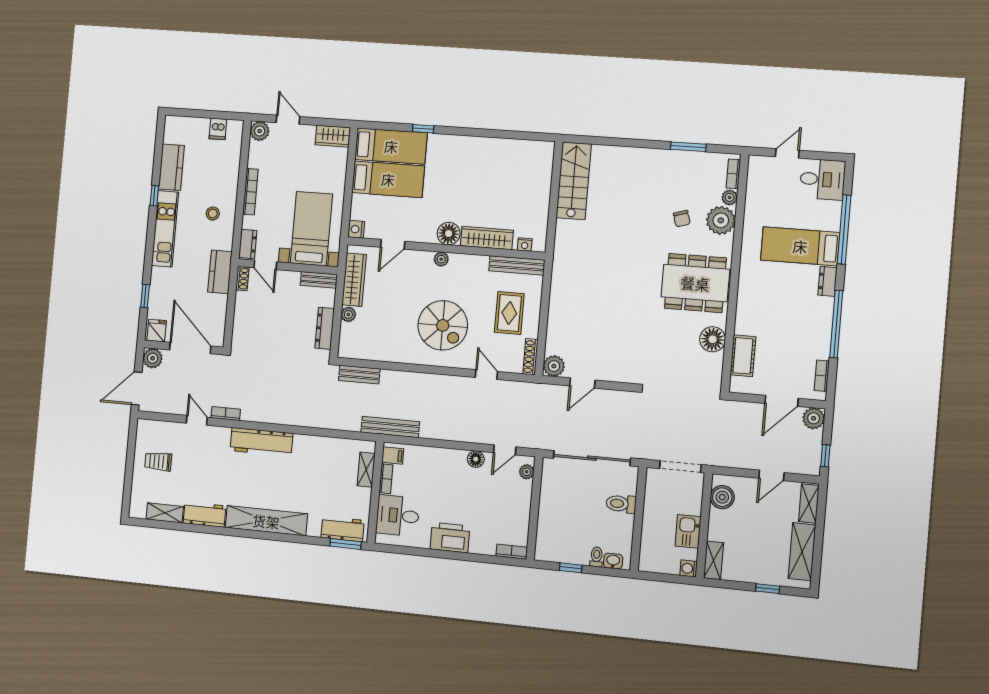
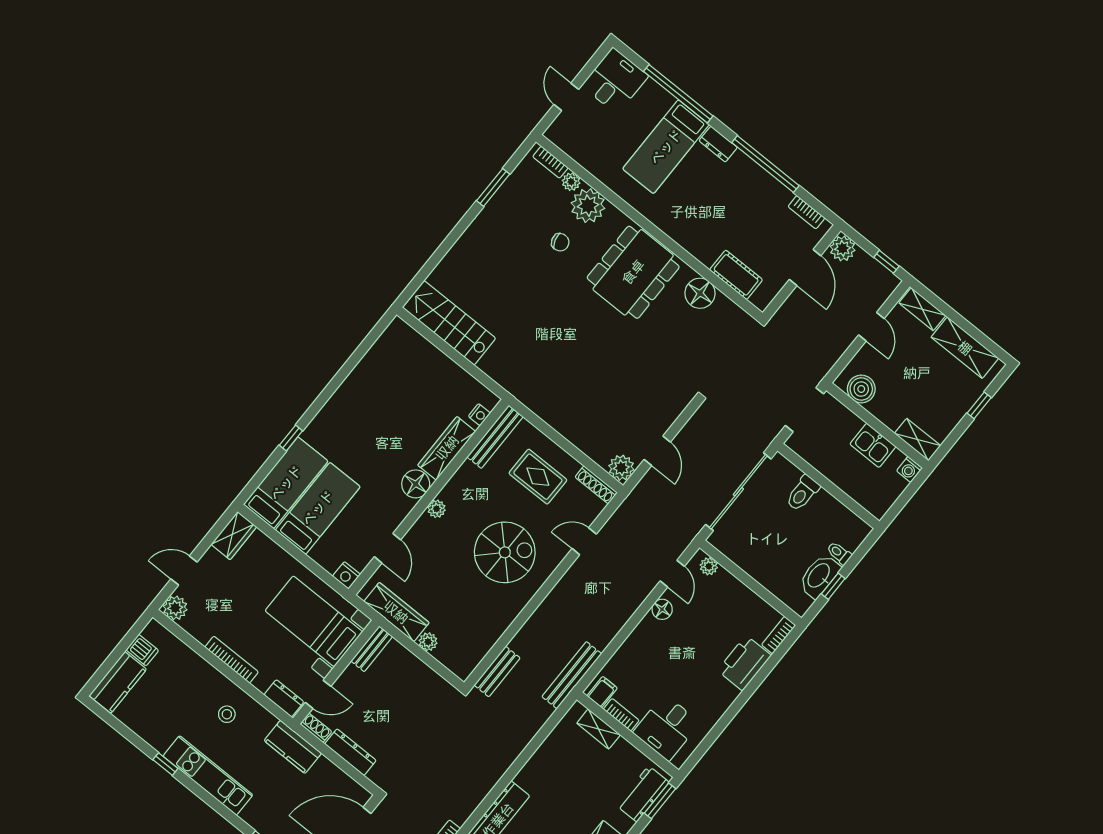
kitchen counter: (171, 167) -> (118, 682), moved, turned 90
dresser: (325, 328) -> (350, 752), moved, turned 180
printer: (450, 538) -> (744, 663), moved
washbasin: (613, 561) -> (819, 576), moved, width x1.91, depth x1.45

